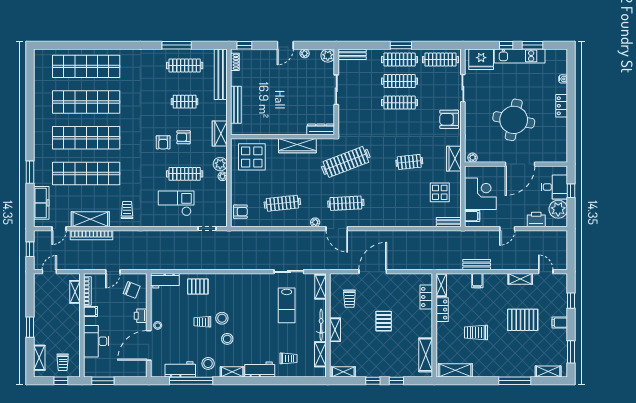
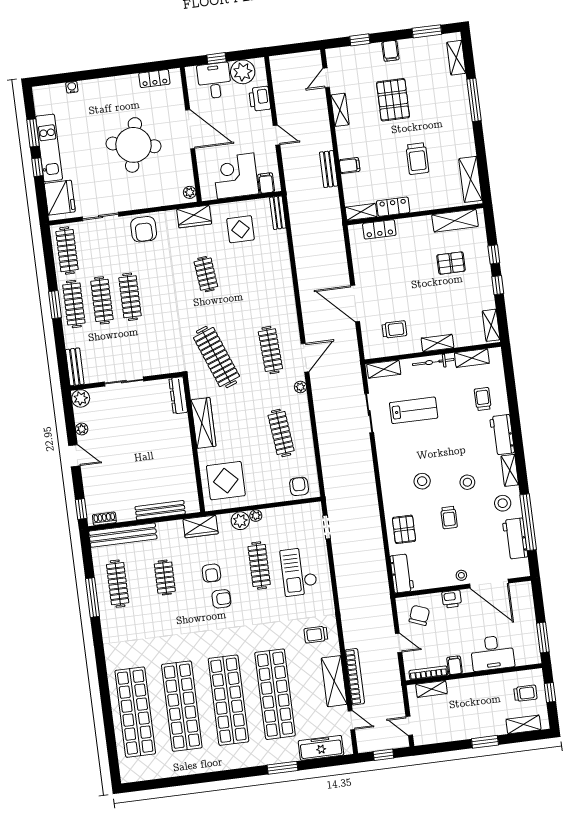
locker: (562, 106) -> (154, 79), moved
stool: (222, 318) -> (422, 481), moved
pallet: (384, 321) -> (451, 263), moved

